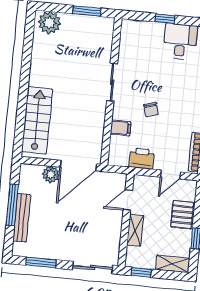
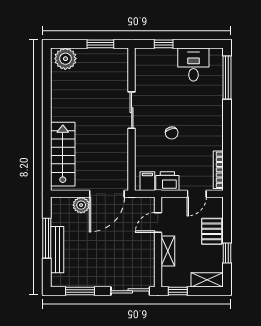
window: (165, 19) -> (164, 44), moved
filing cabinet: (121, 128) -> (147, 181), moved, turned -90

